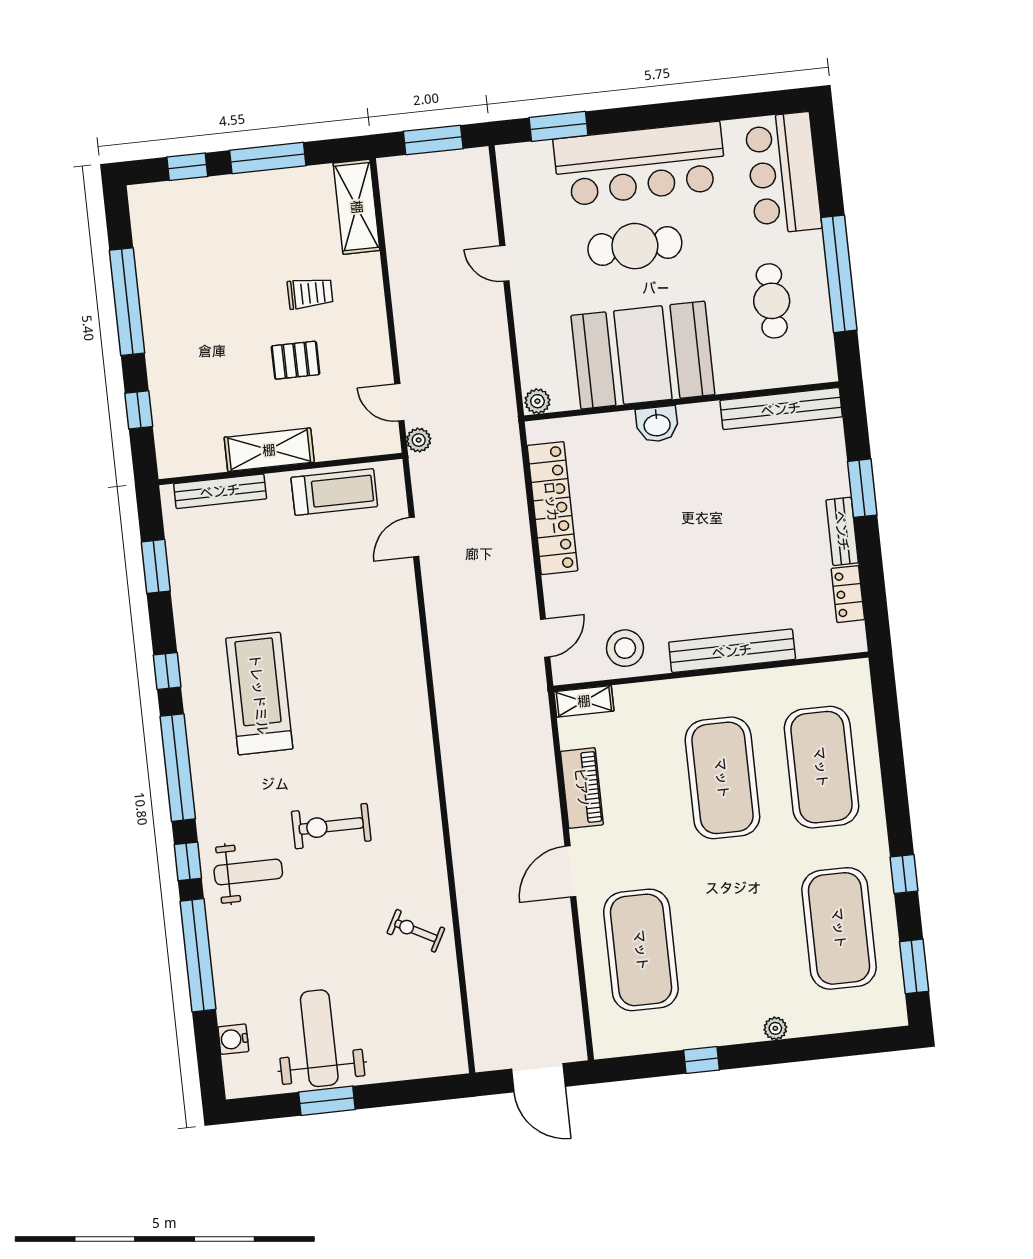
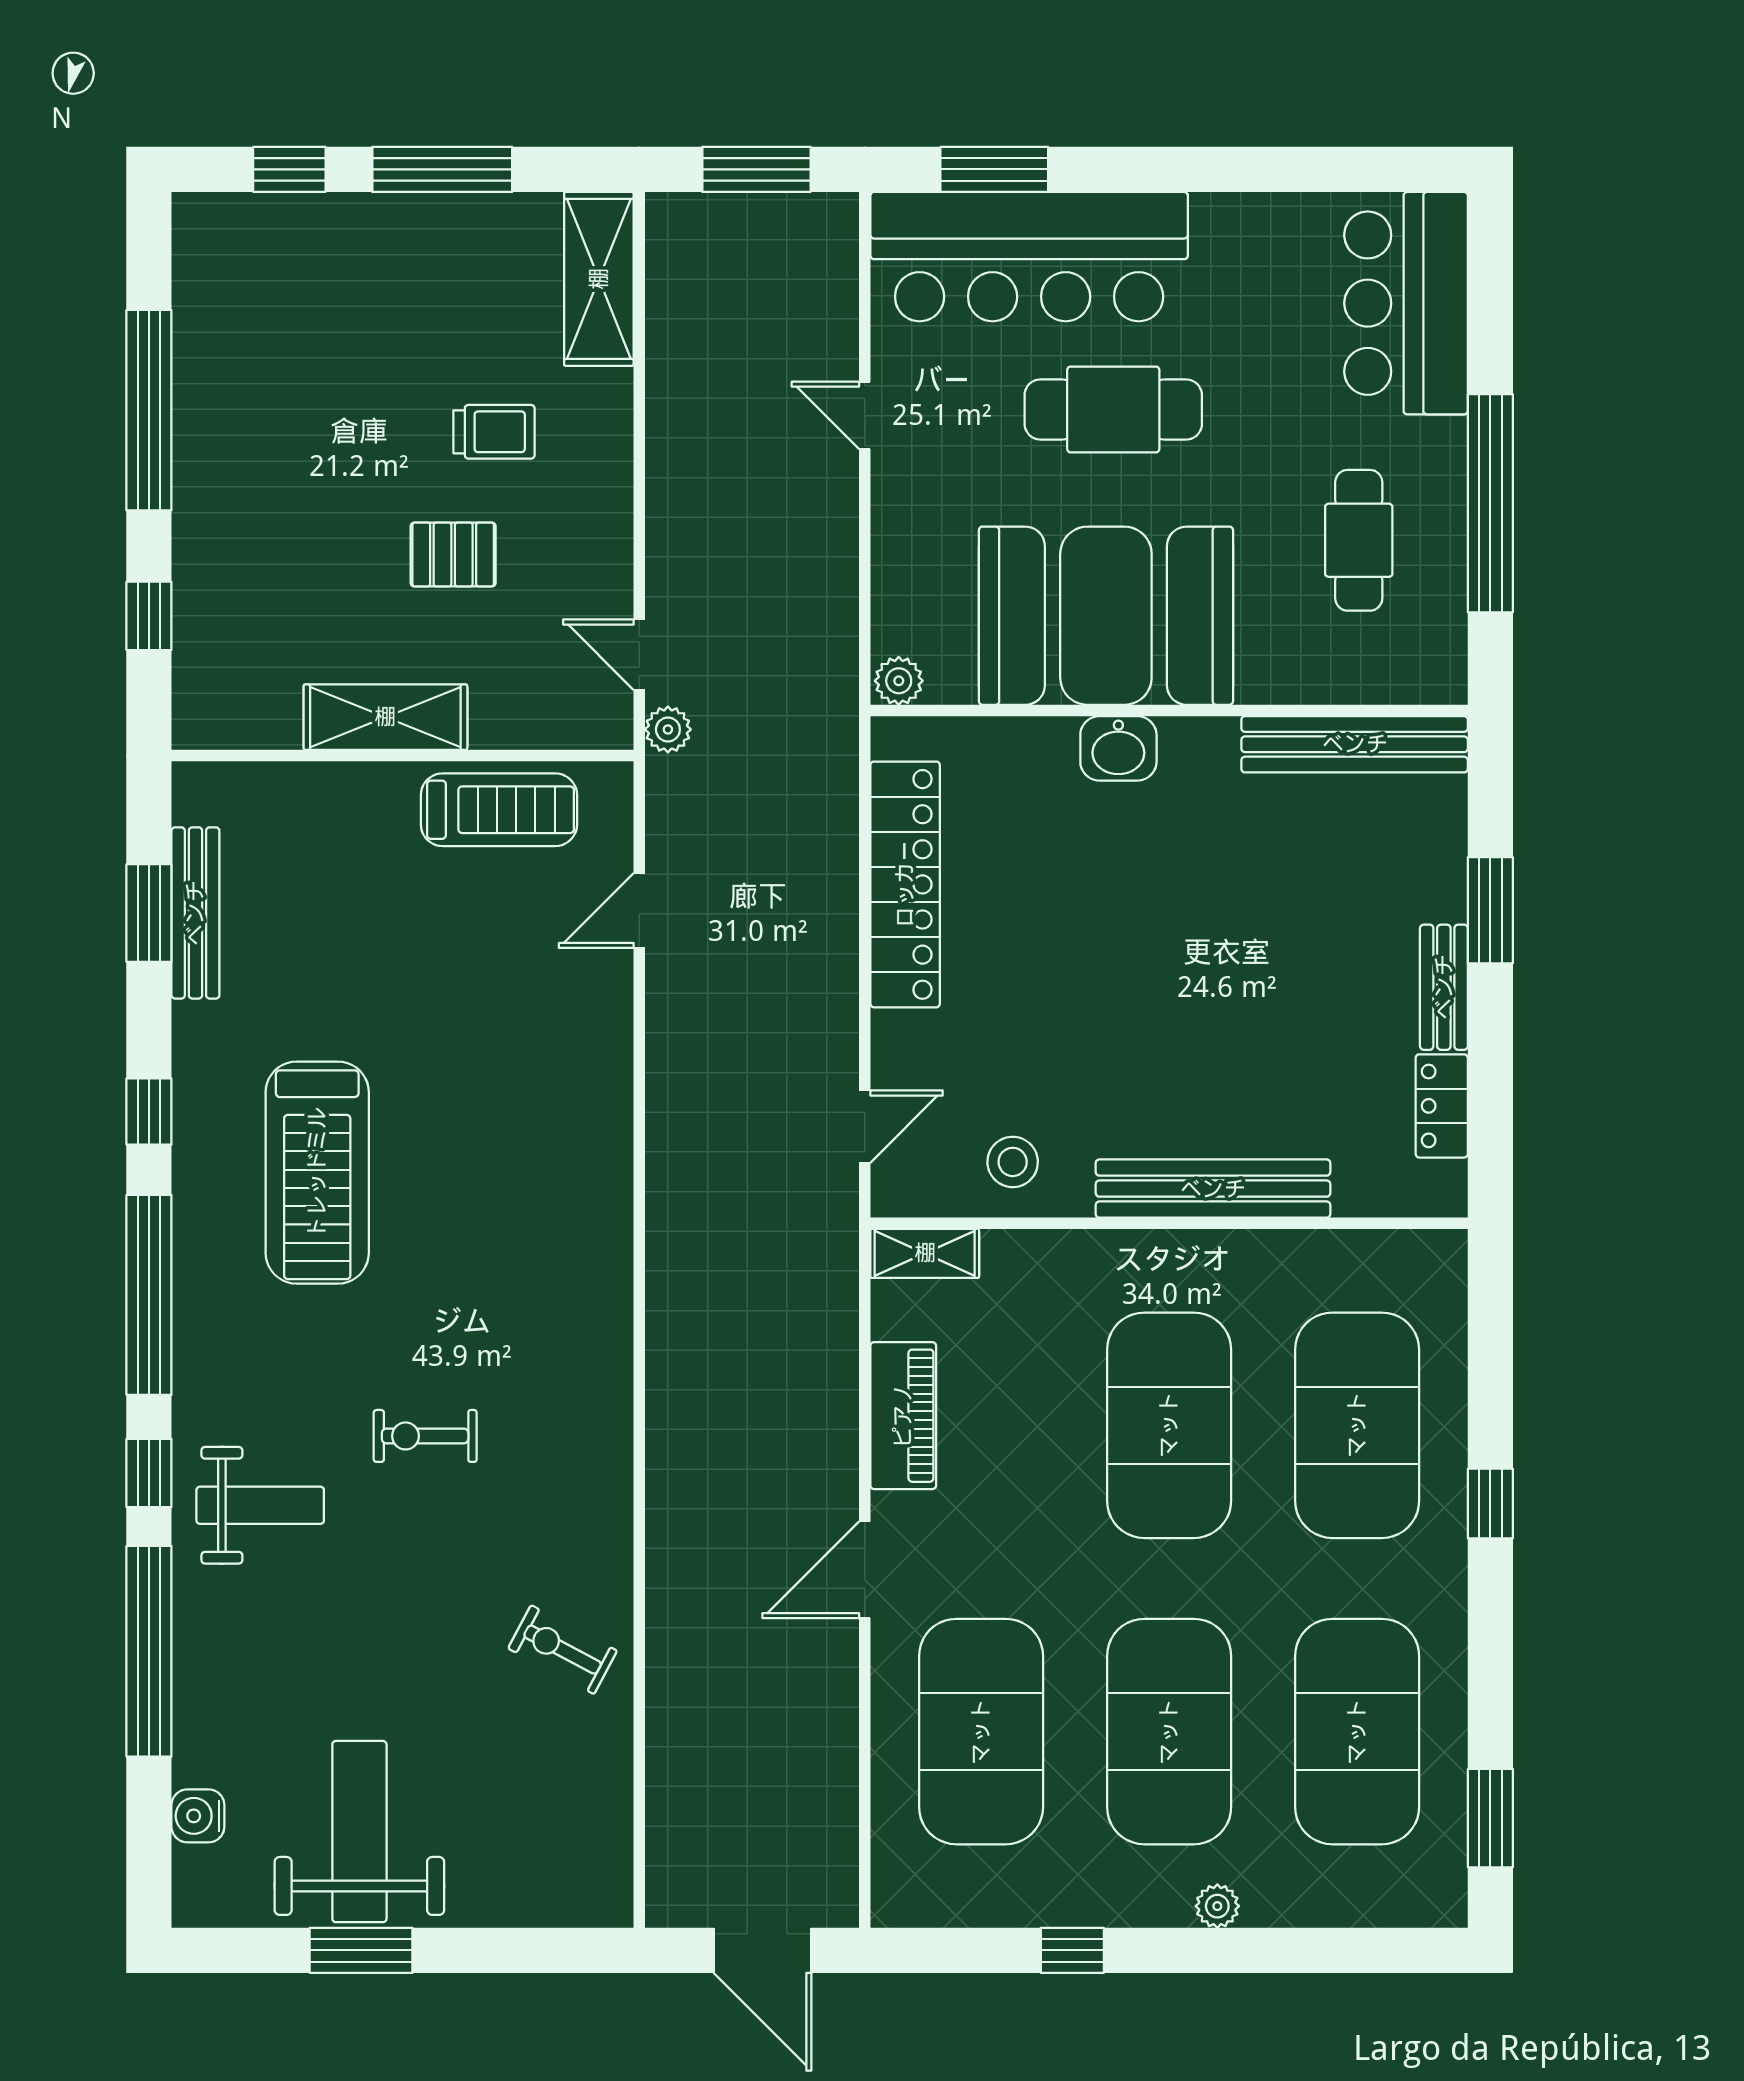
bar counter: (640, 164) -> (1029, 257), moved
bench: (220, 491) -> (195, 913), moved, turned 90
stool: (625, 648) -> (1013, 1162), width x0.73, depth x0.73
treadmill: (259, 694) -> (317, 1173), turned 180
exercise bike: (331, 826) -> (425, 1436), width x0.73, depth x0.72
window: (904, 874) -> (1490, 1504), moved
exercise mat: (740, 939) -> (1169, 1732), added

